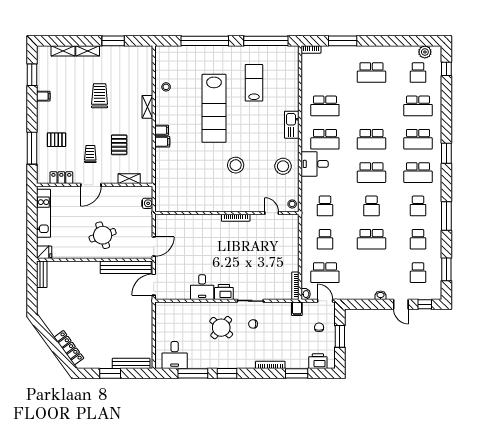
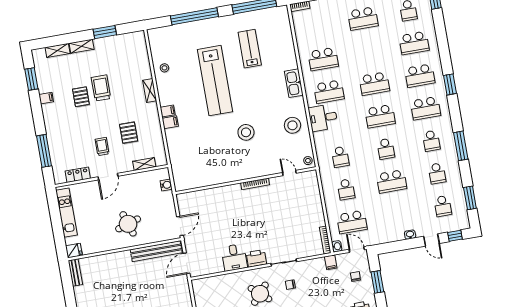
pallet: (56, 140) -> (81, 97), moved, turned 90

